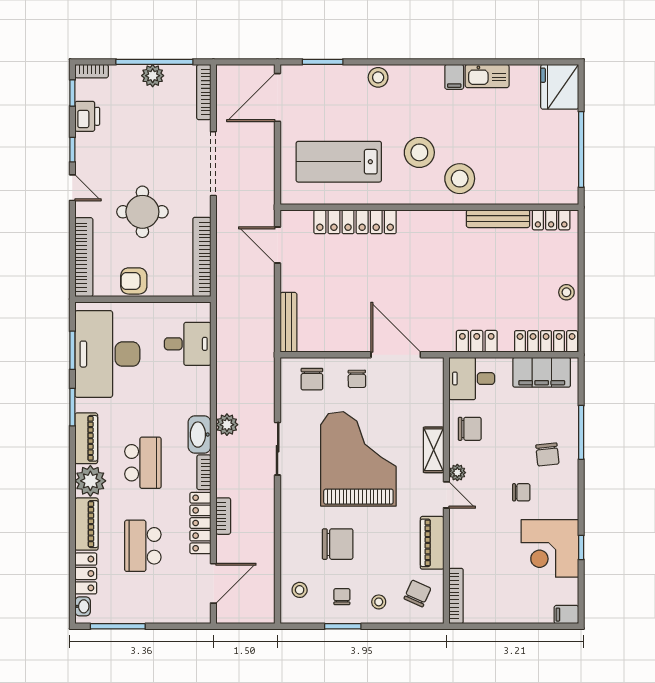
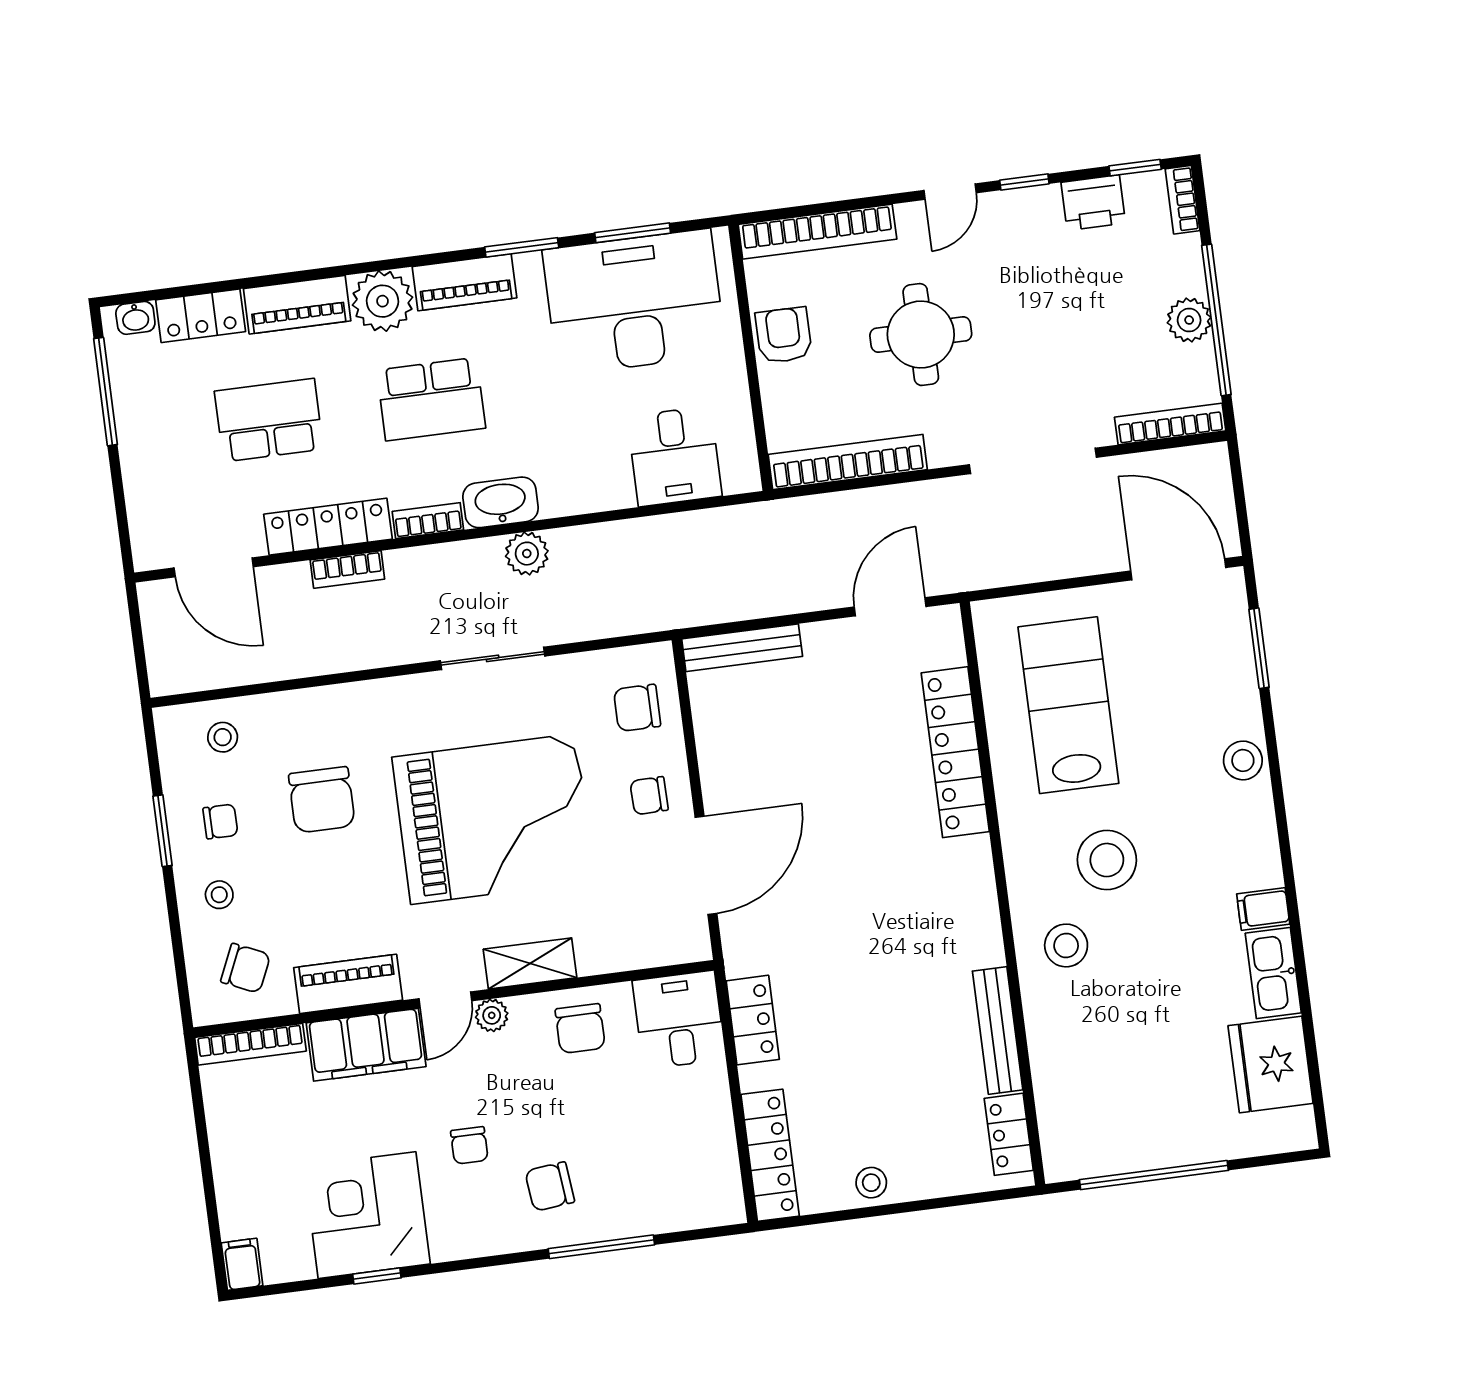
fridge: (560, 87) -> (1271, 1065), moved, turned -90
stool: (460, 179) -> (1066, 945), width x0.73, depth x0.73
filing cabinet: (542, 372) -> (366, 1045), moved, turned -90

